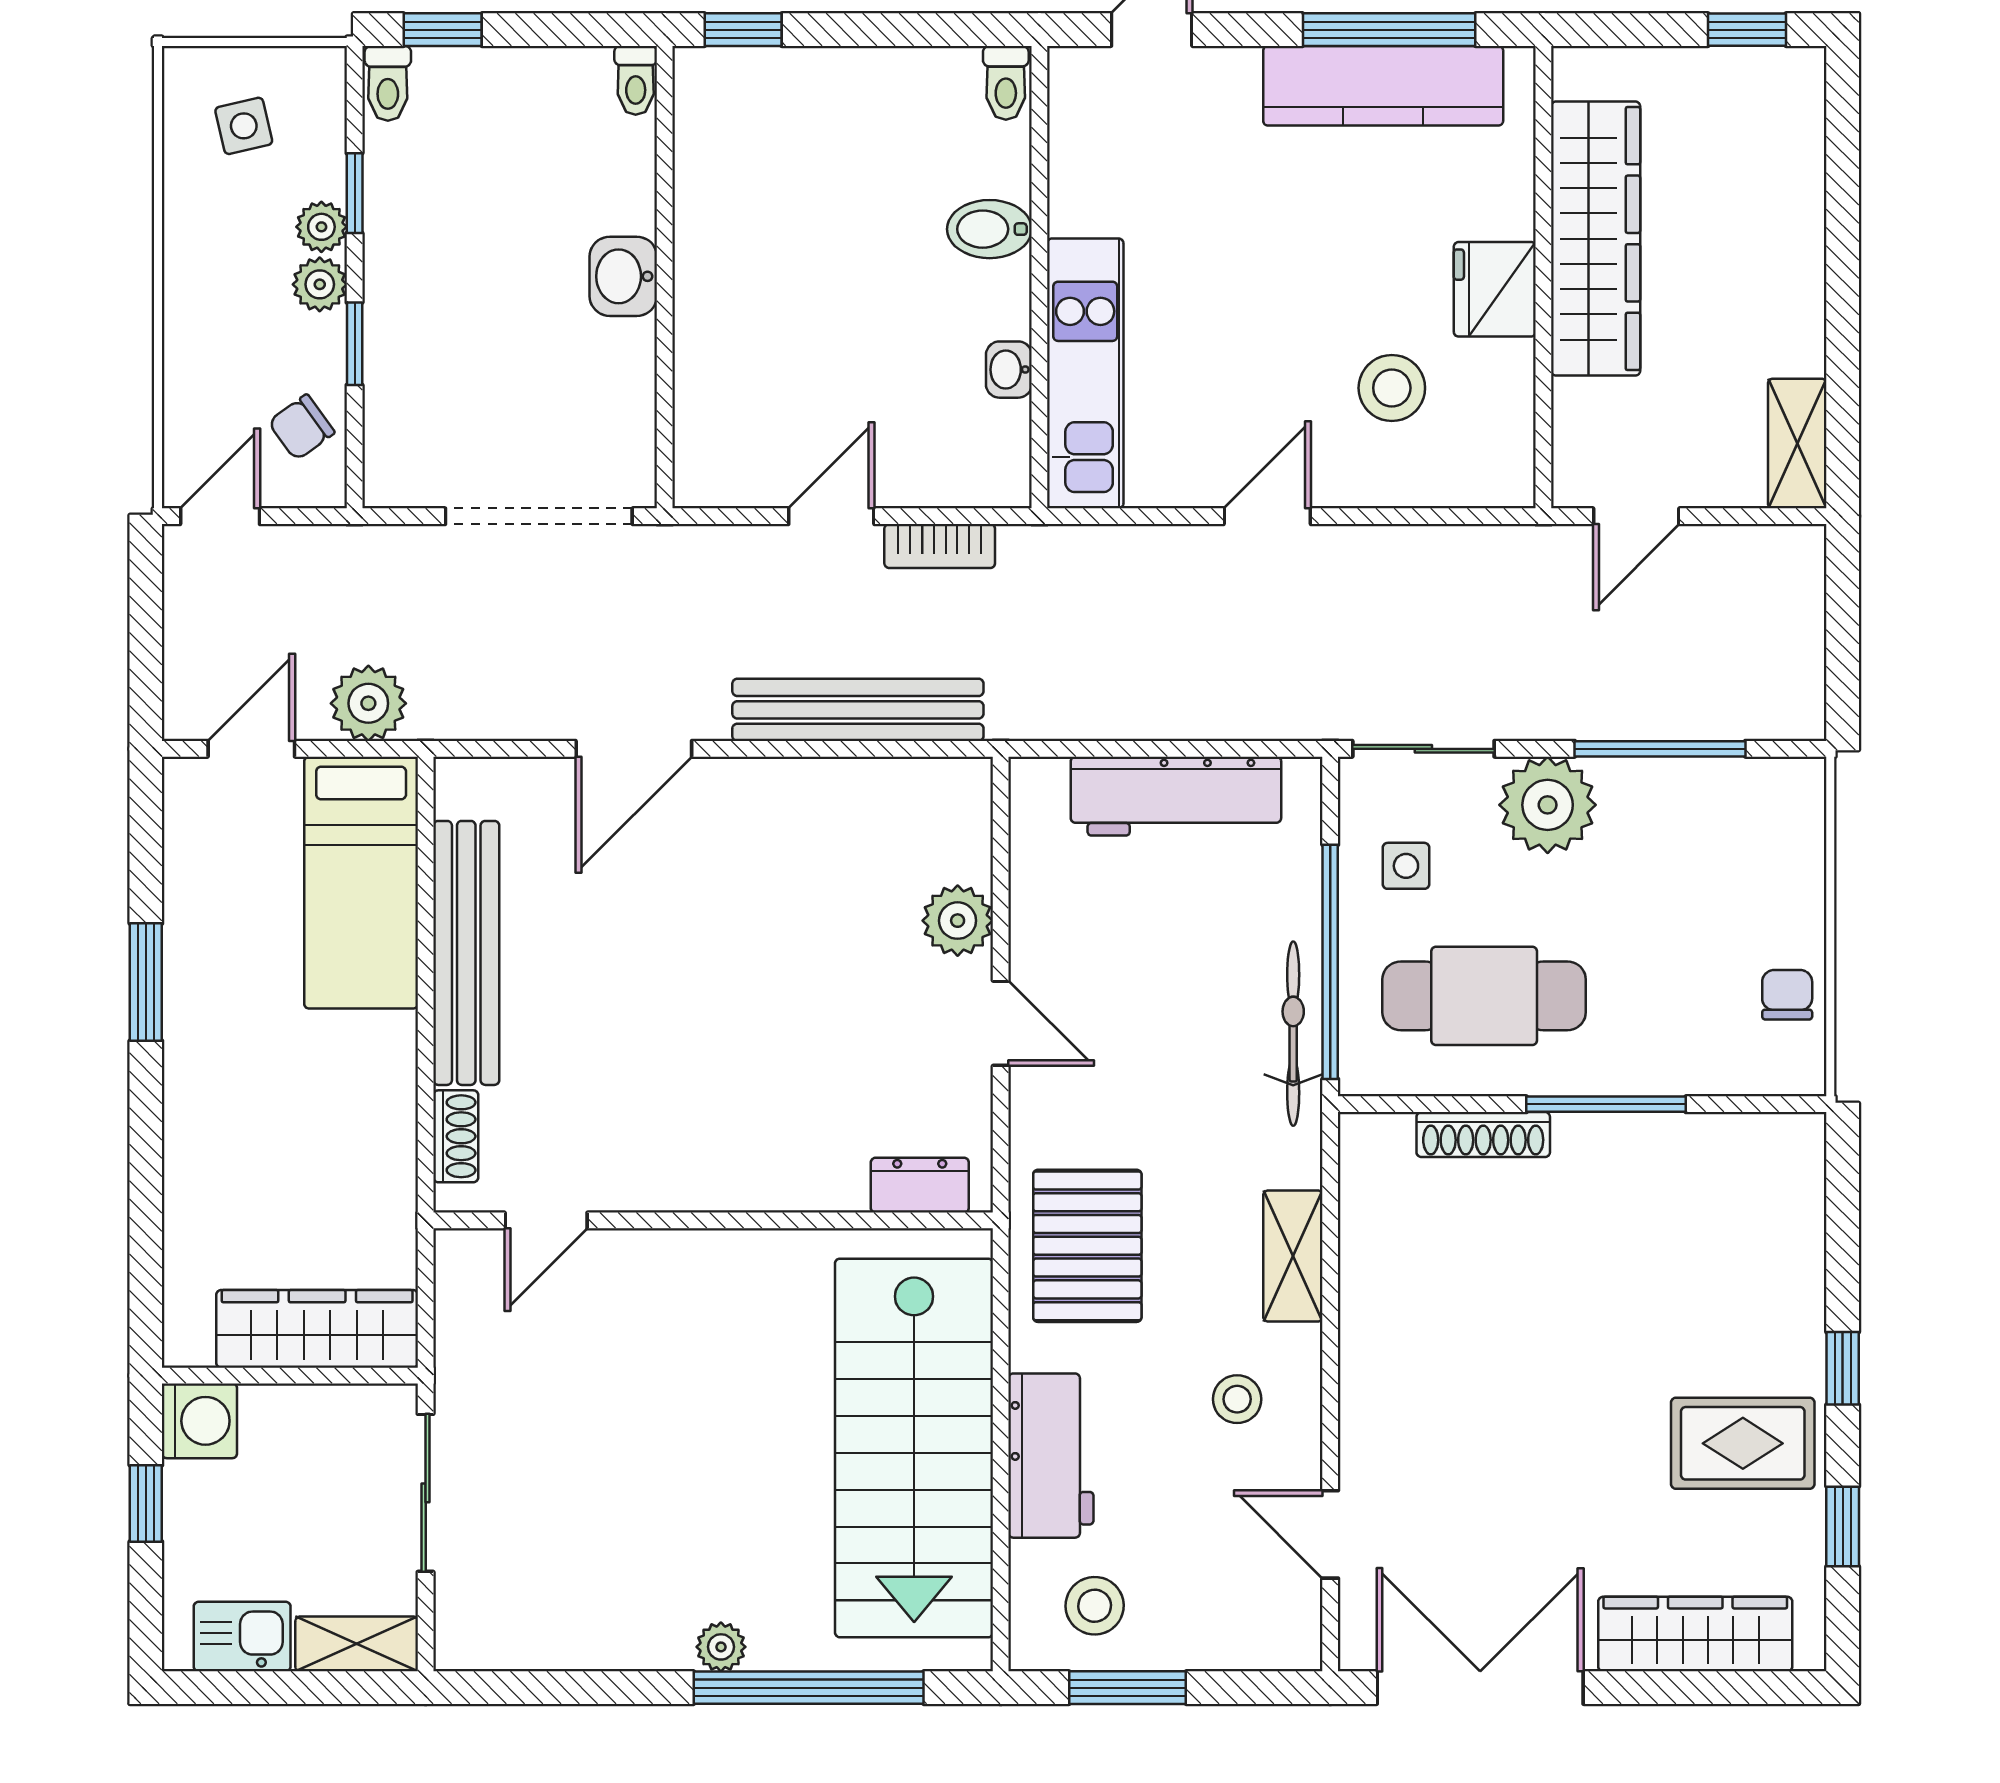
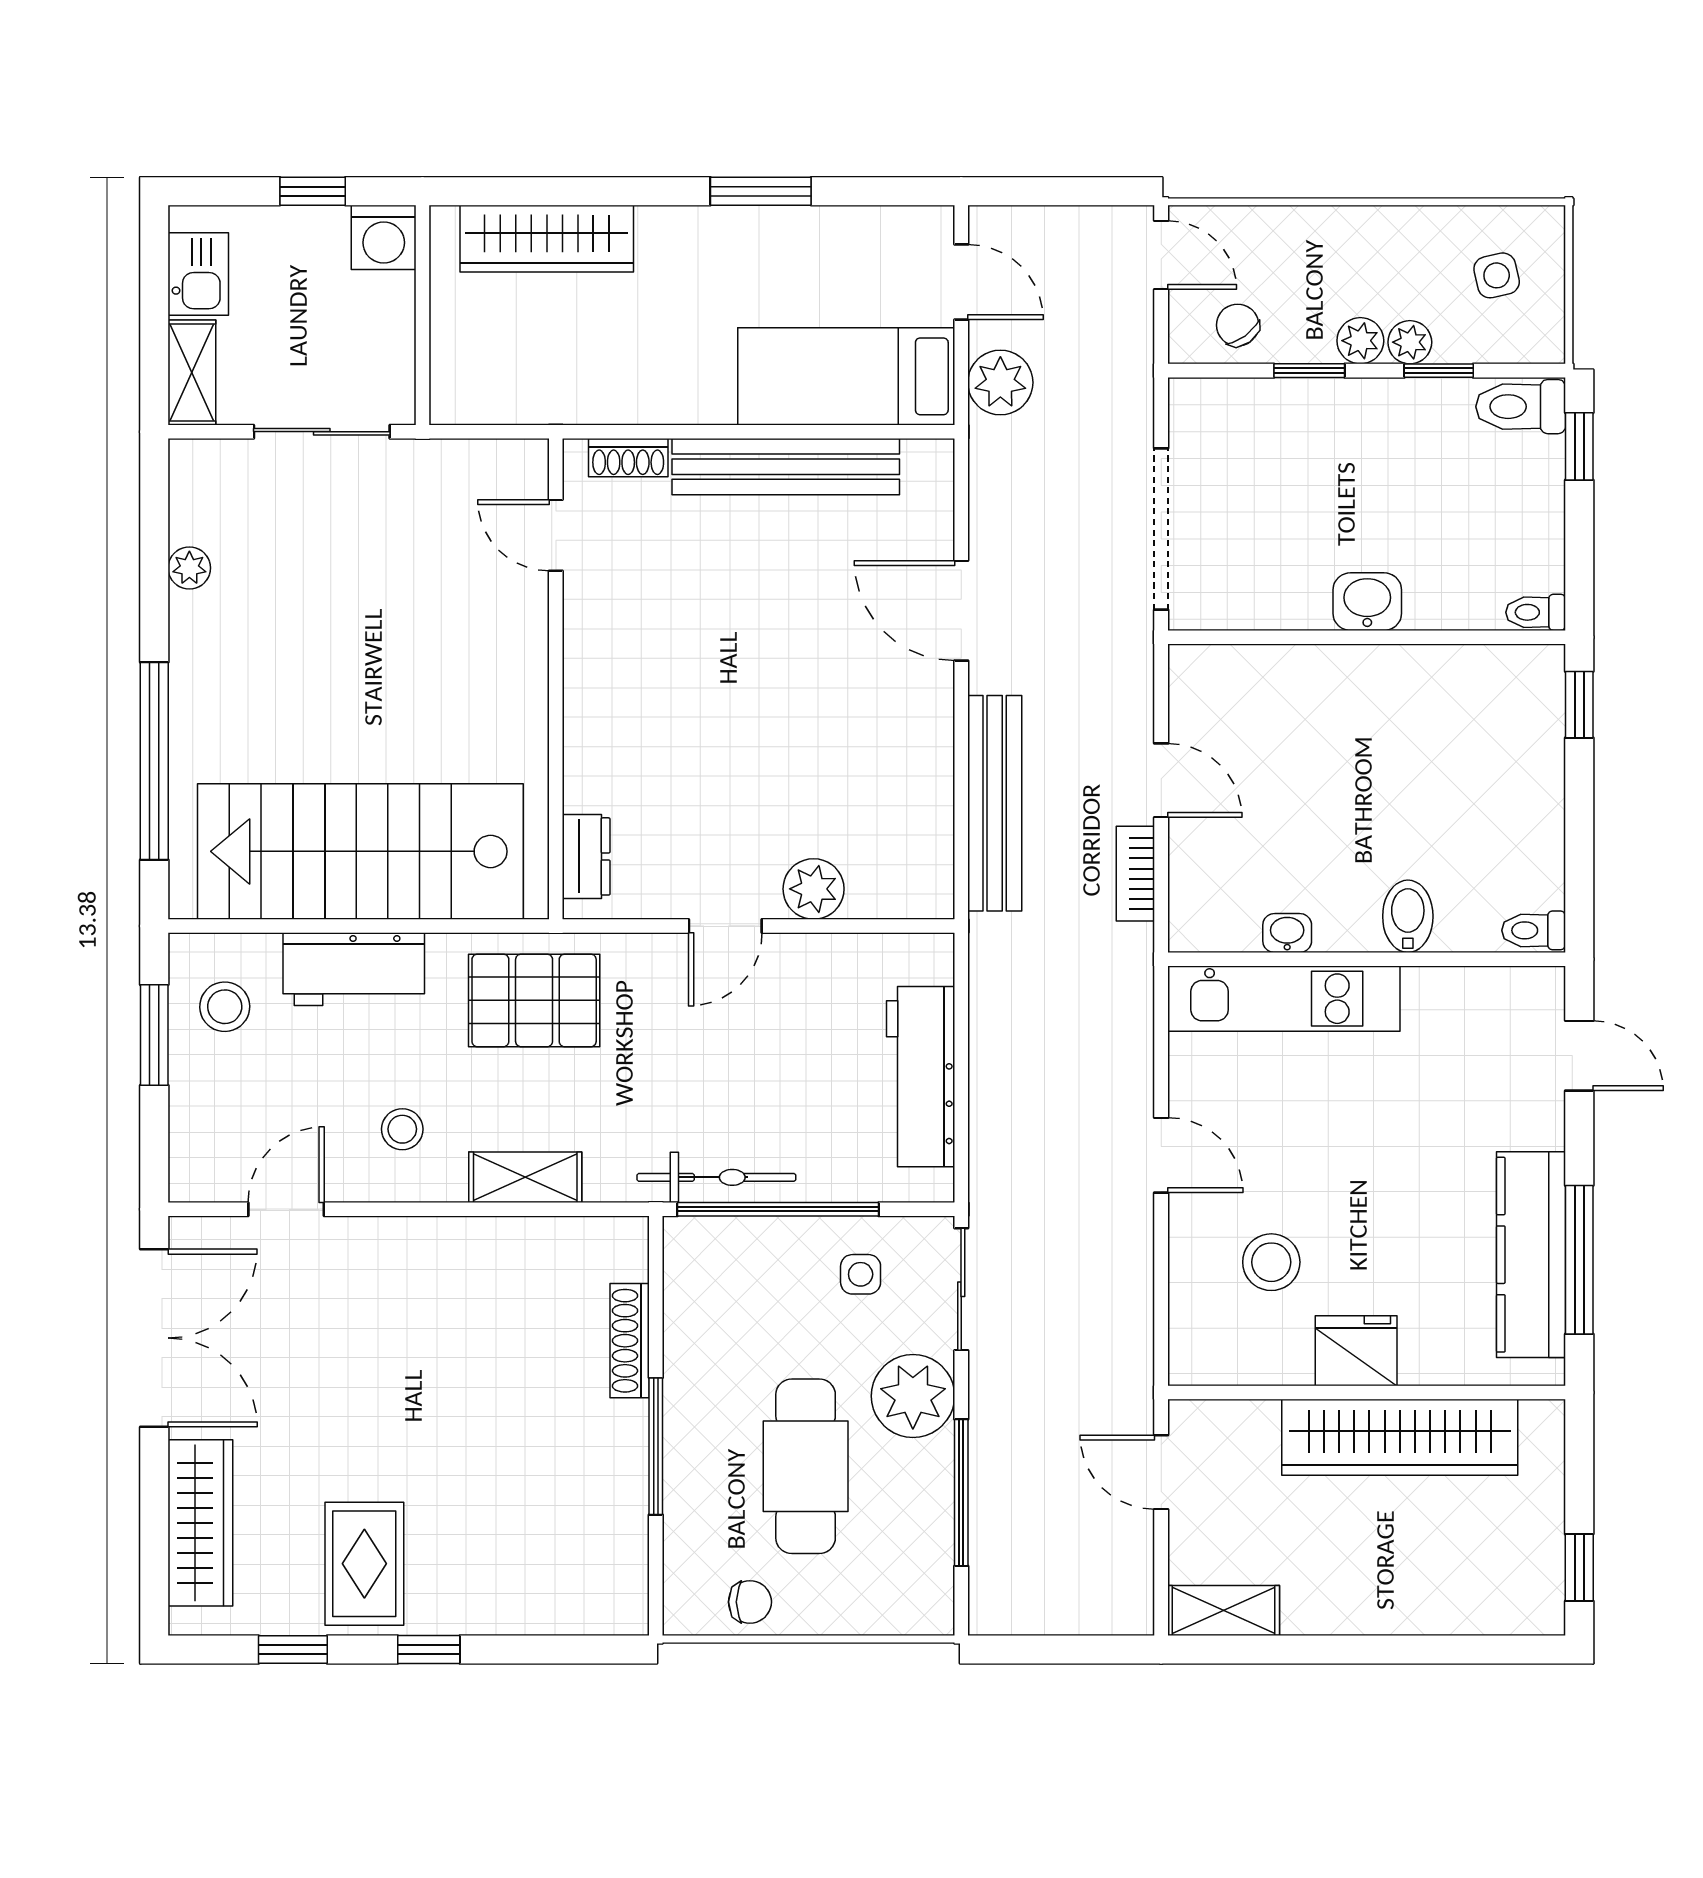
toilet: (388, 83) -> (1521, 407), width x1.37, depth x1.39
cafe table: (1484, 996) -> (806, 1466), moved
wardrobe: (317, 1329) -> (547, 239), moved, turned 90
plant: (721, 1647) -> (189, 568), moved

